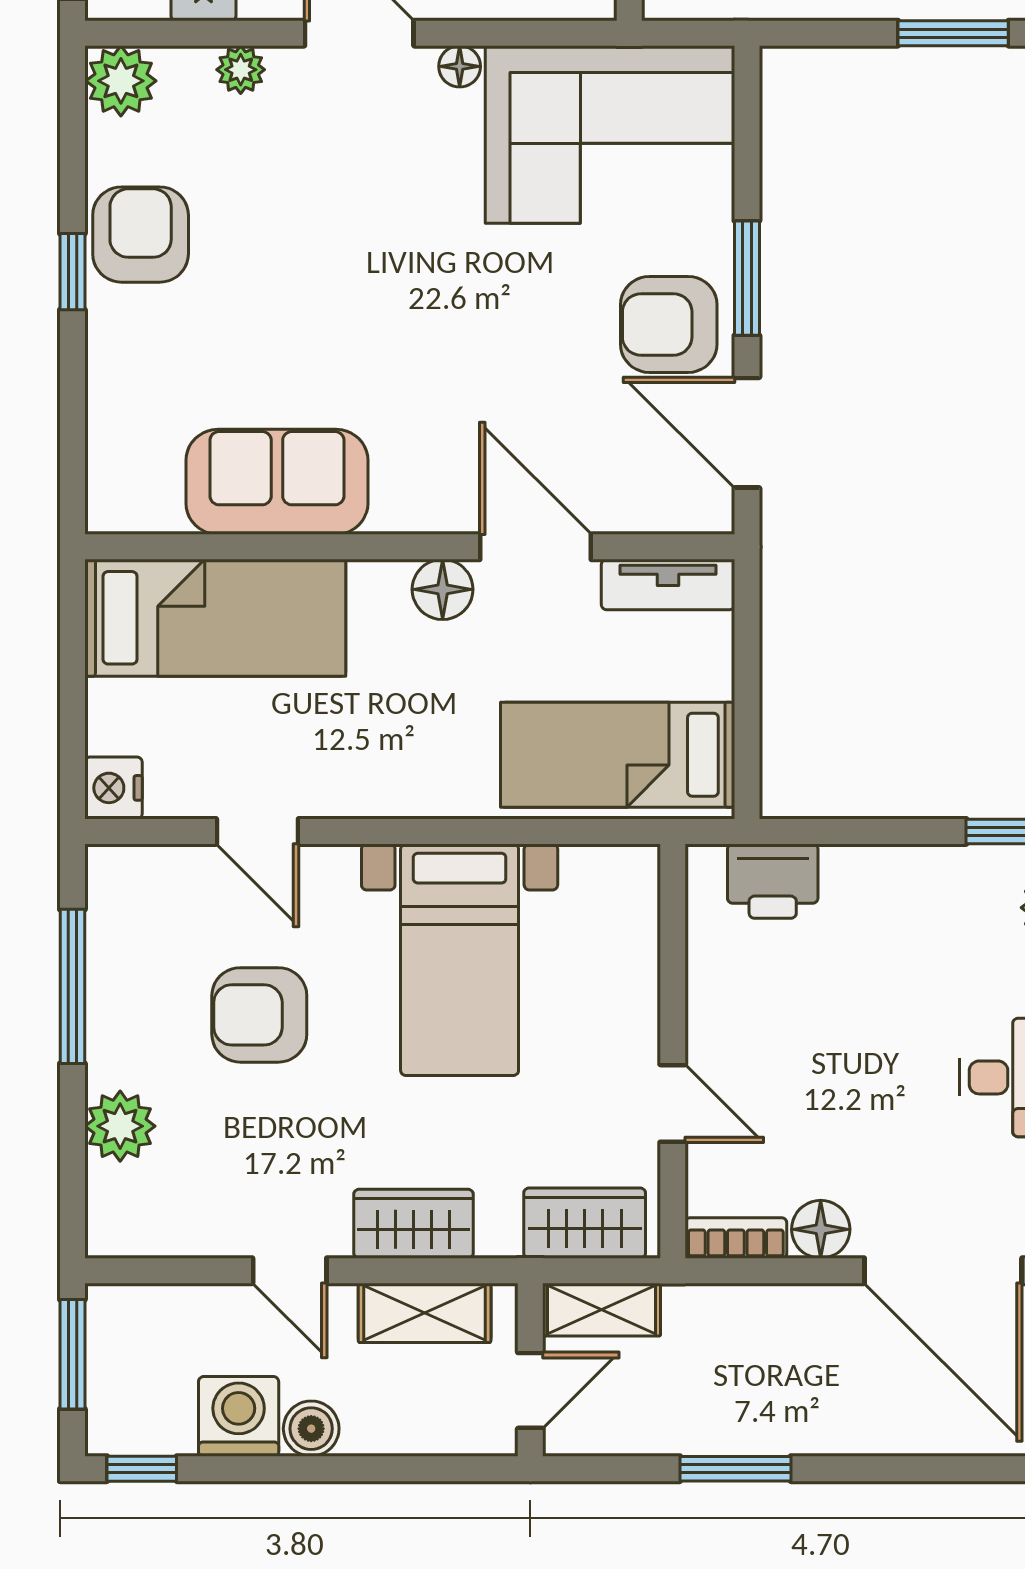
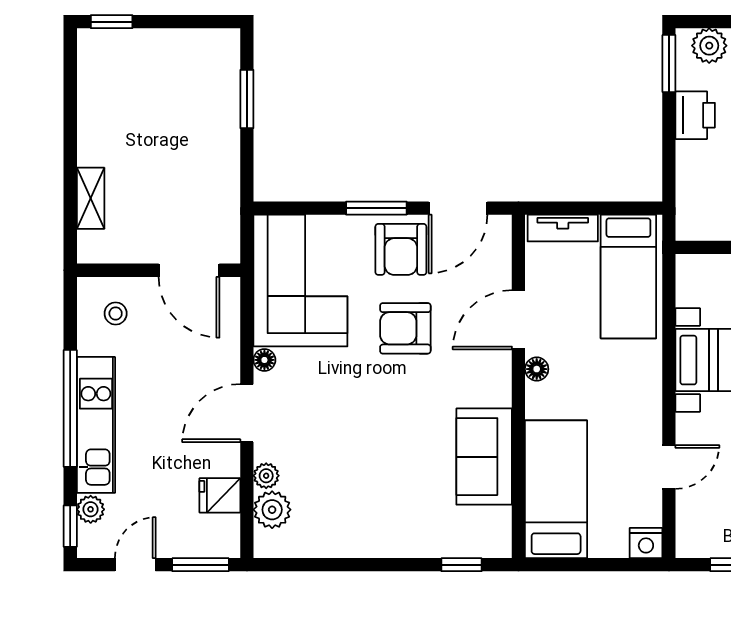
plant: (121, 81) -> (272, 510), moved
armchair: (141, 235) -> (405, 328), moved
window: (72, 272) -> (461, 565), moved
tv unit: (668, 585) -> (563, 228), moved, turned 90
floor lamp: (443, 589) -> (537, 369), width x0.73, depth x0.73
printer: (773, 881) -> (695, 115), moved

